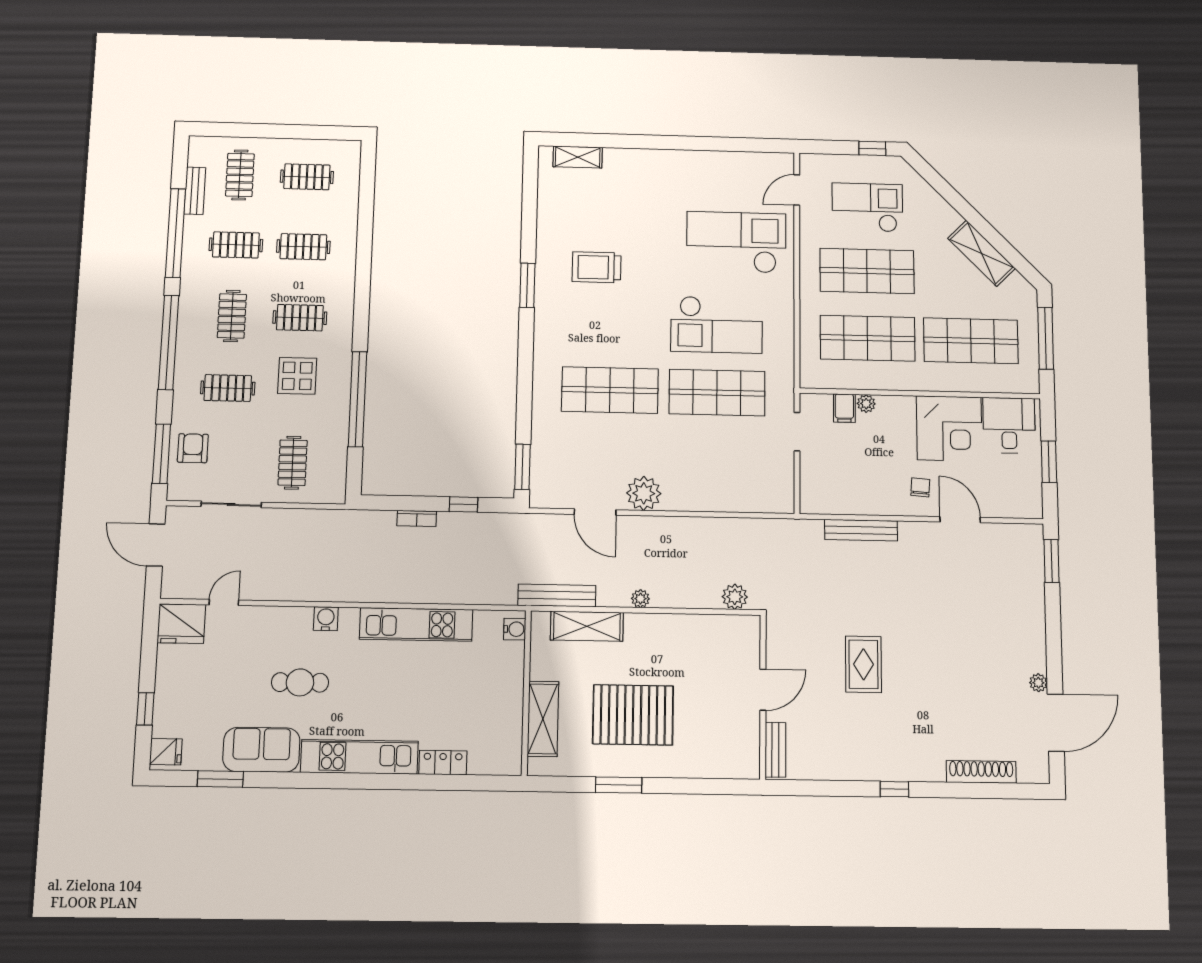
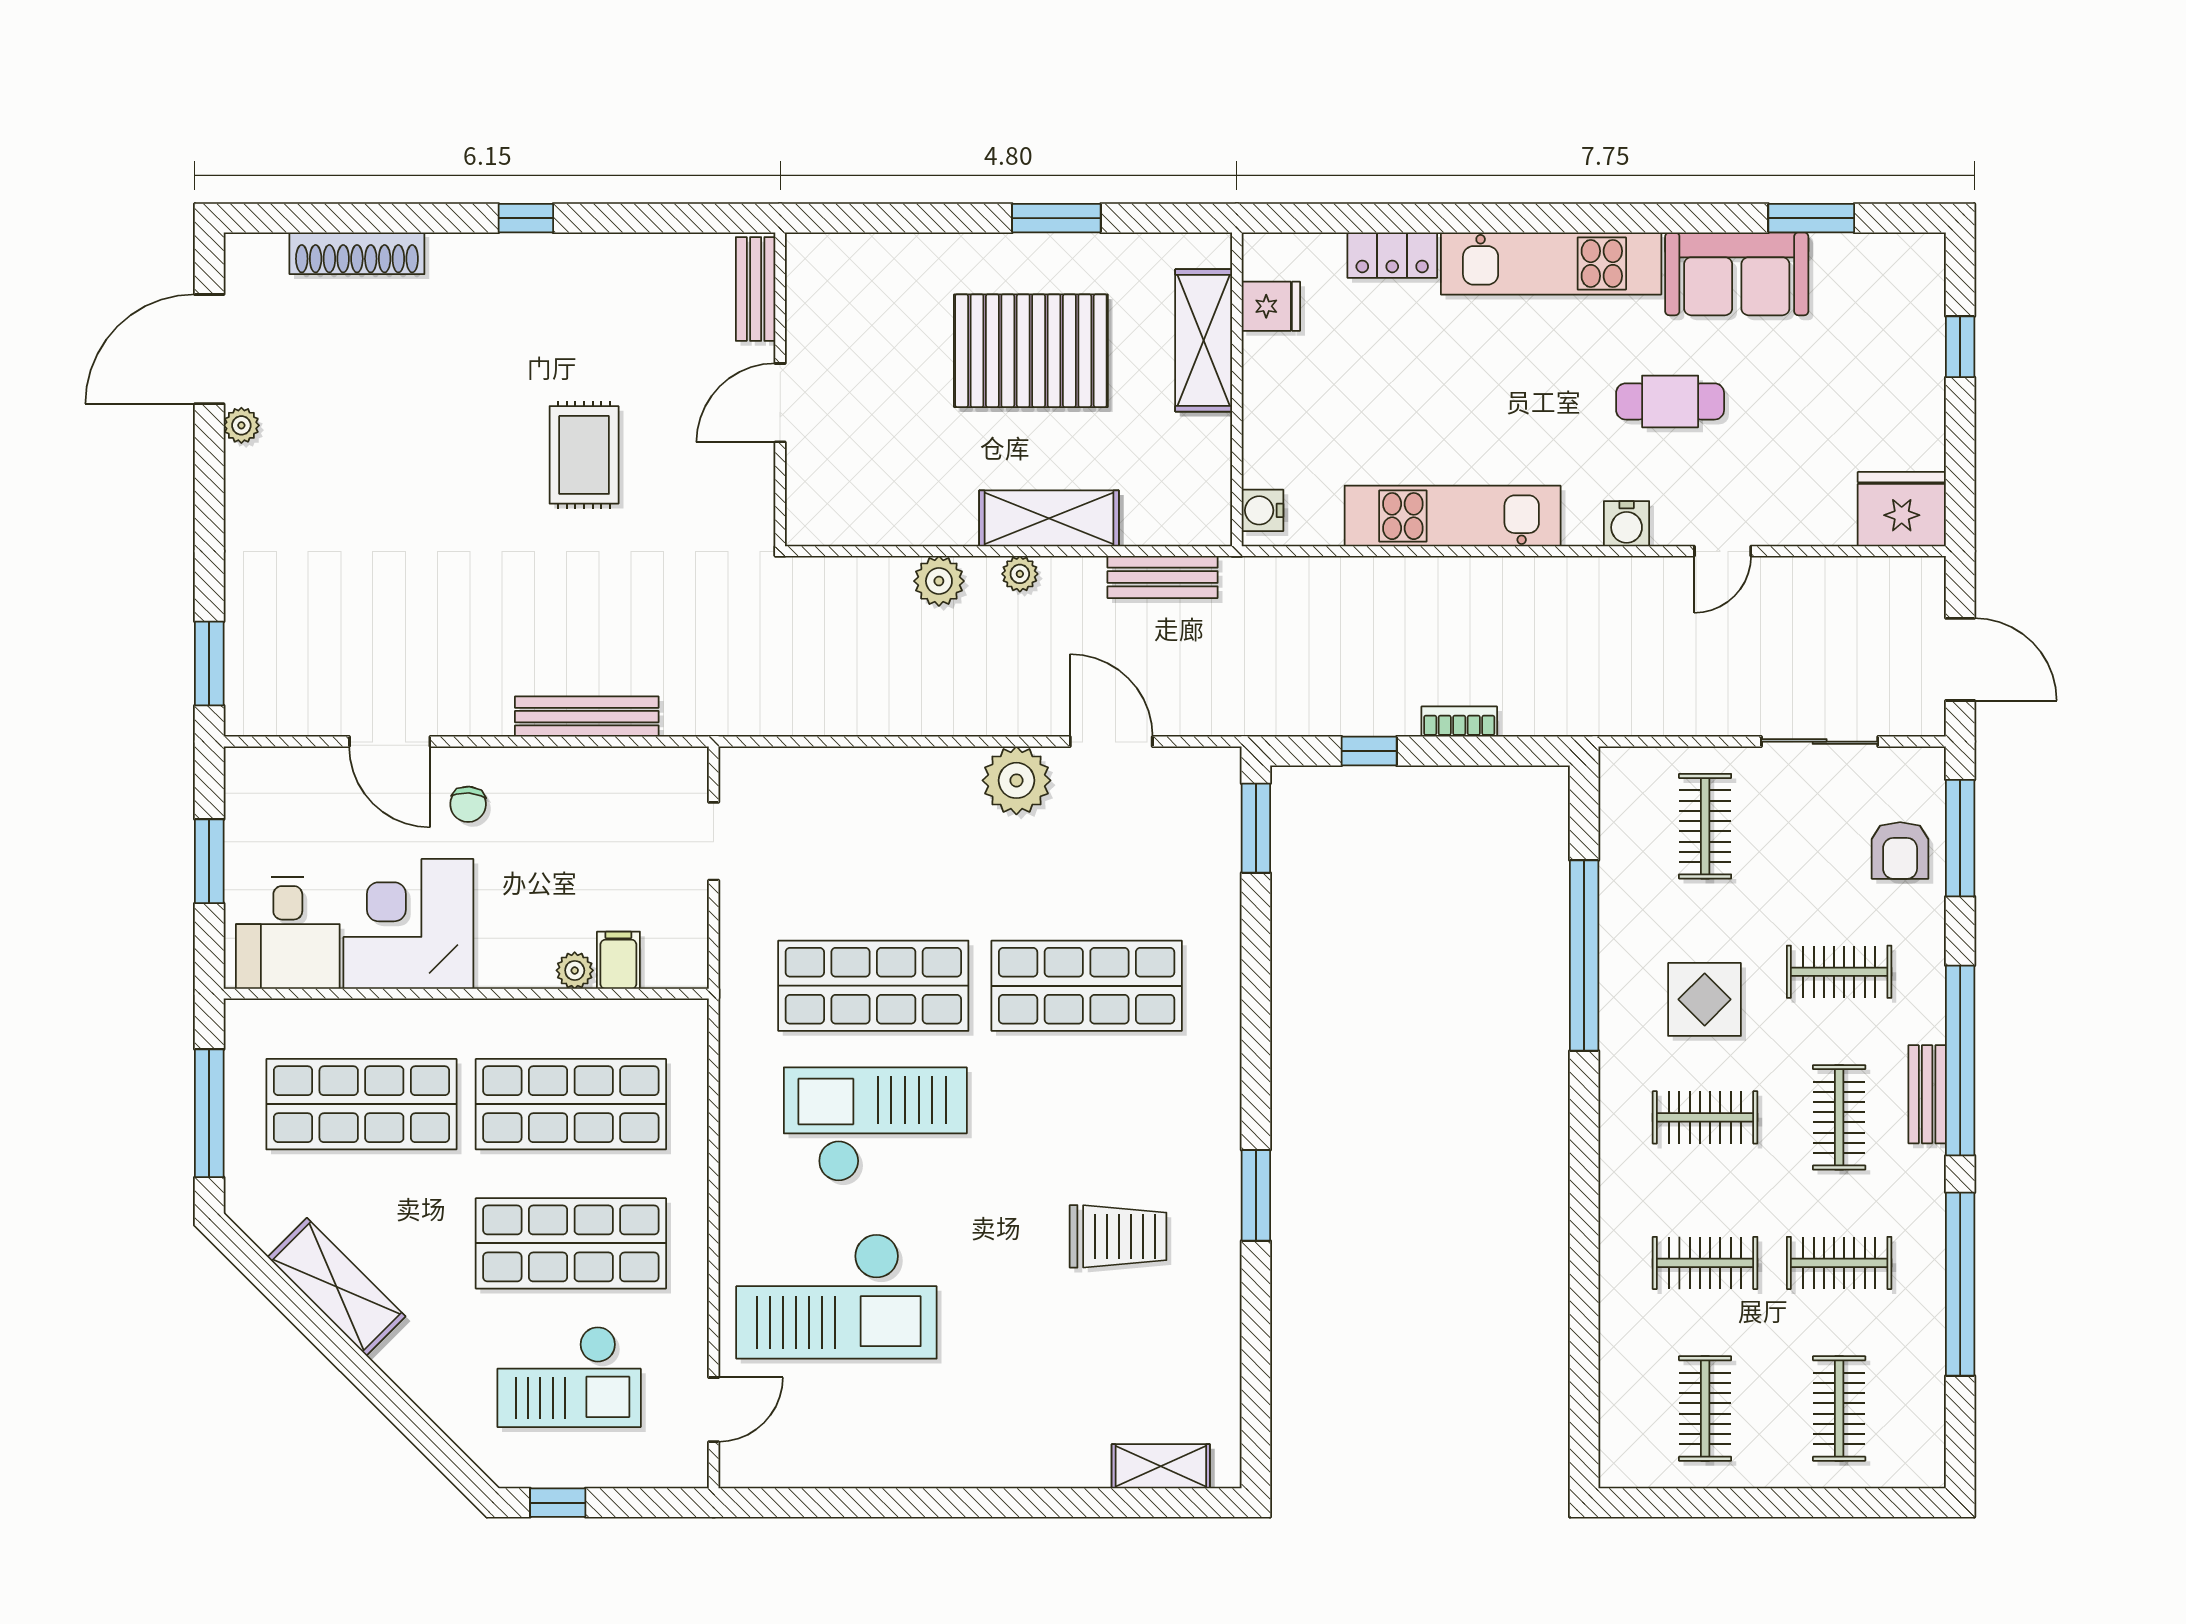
clothes rail: (307, 177) -> (1705, 1409), turned 90
bench: (195, 191) -> (1927, 1094), moved
doorway: (797, 432) -> (714, 841), moved
bench: (557, 595) -> (1163, 577), width x0.73
plant: (735, 597) -> (939, 581), moved
door: (224, 602) -> (1723, 551), moved
shelving: (587, 626) -> (1049, 518), moved
fridge: (166, 752) -> (1271, 306), moved, turned 180

